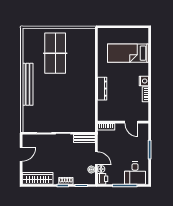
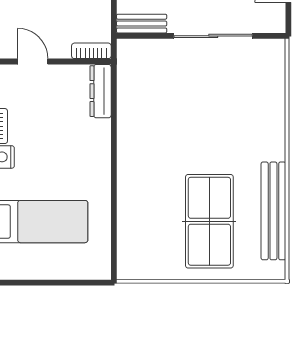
bench: (28, 84) -> (273, 211), moved
dresser: (102, 89) -> (101, 91), moved

